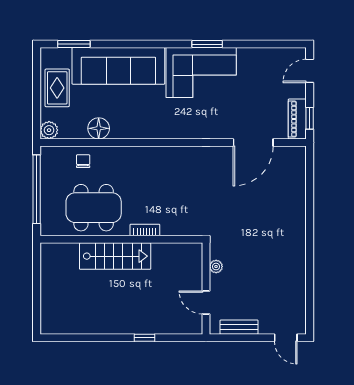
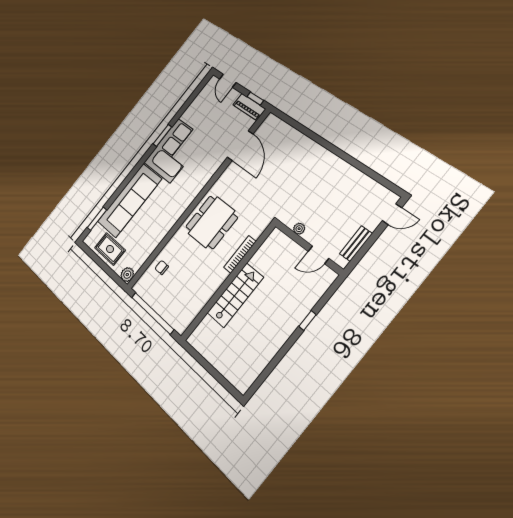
floor lamp: (99, 128) -> (152, 241), removed
dining table: (94, 208) -> (211, 222), moved
bookcase: (145, 230) -> (240, 254), width x1.56

